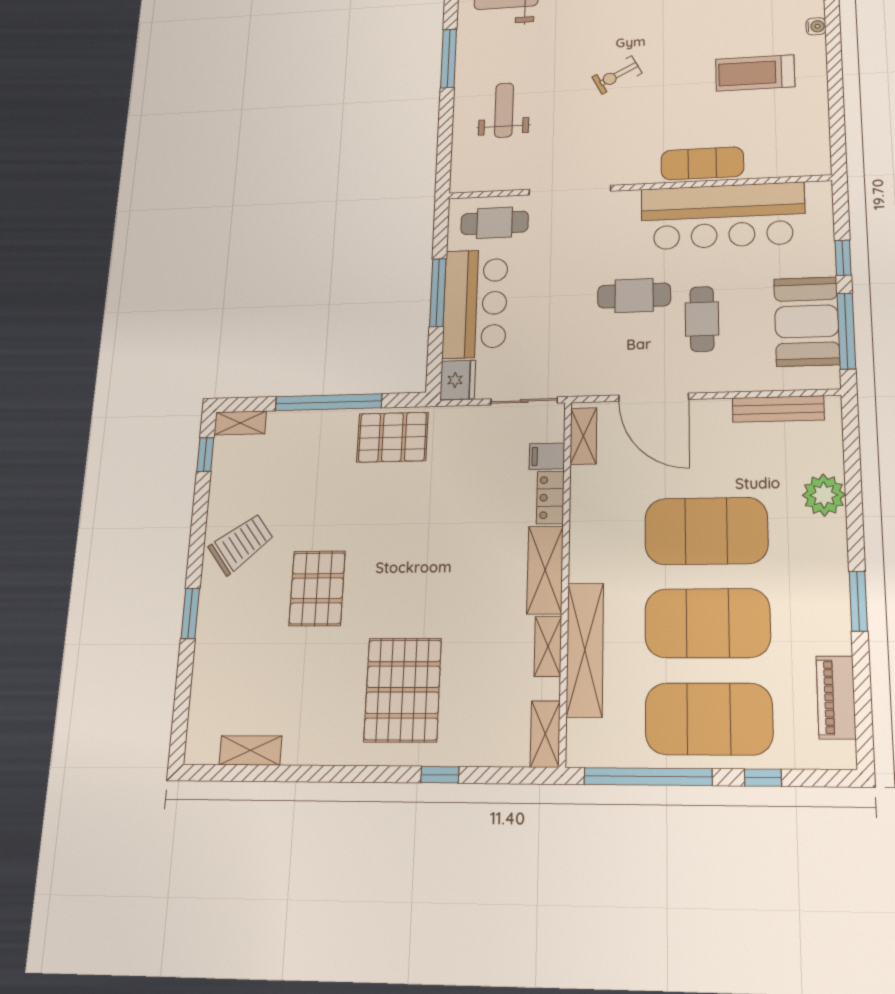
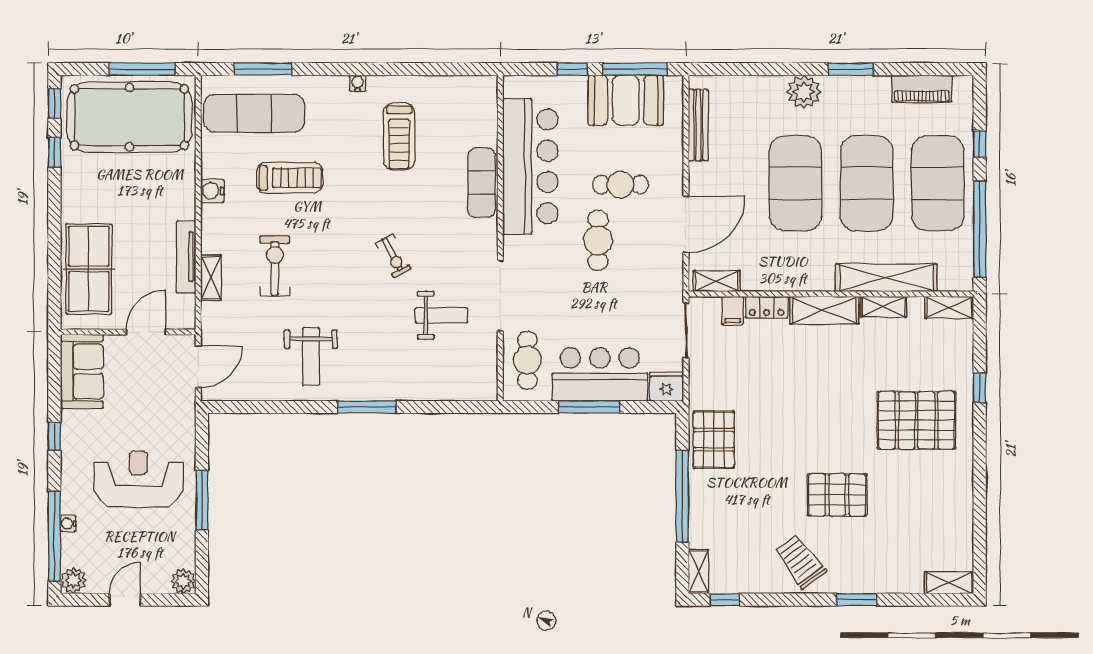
weight bench: (504, 110) -> (441, 315), moved, turned 180
plant: (824, 495) -> (804, 92), moved
shelving: (250, 750) -> (949, 583), moved, turned 90

